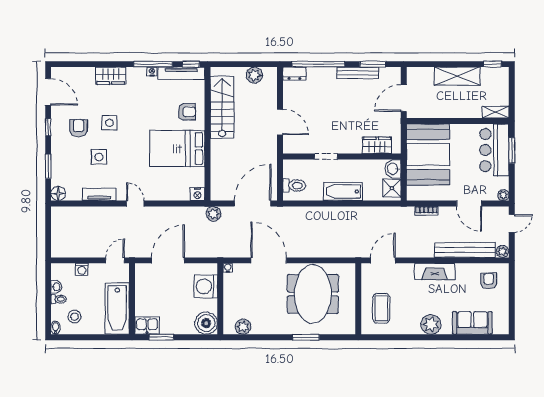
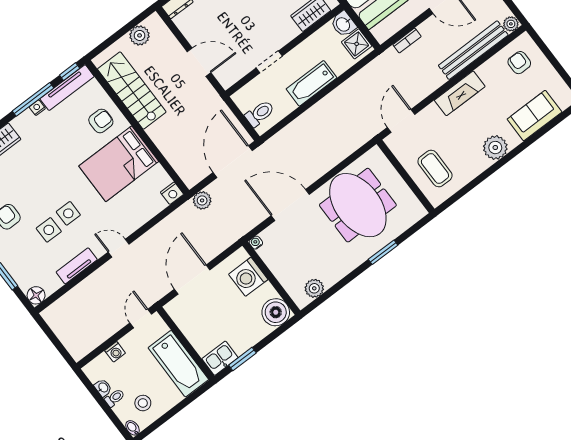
side table: (109, 123) -> (68, 213), moved

